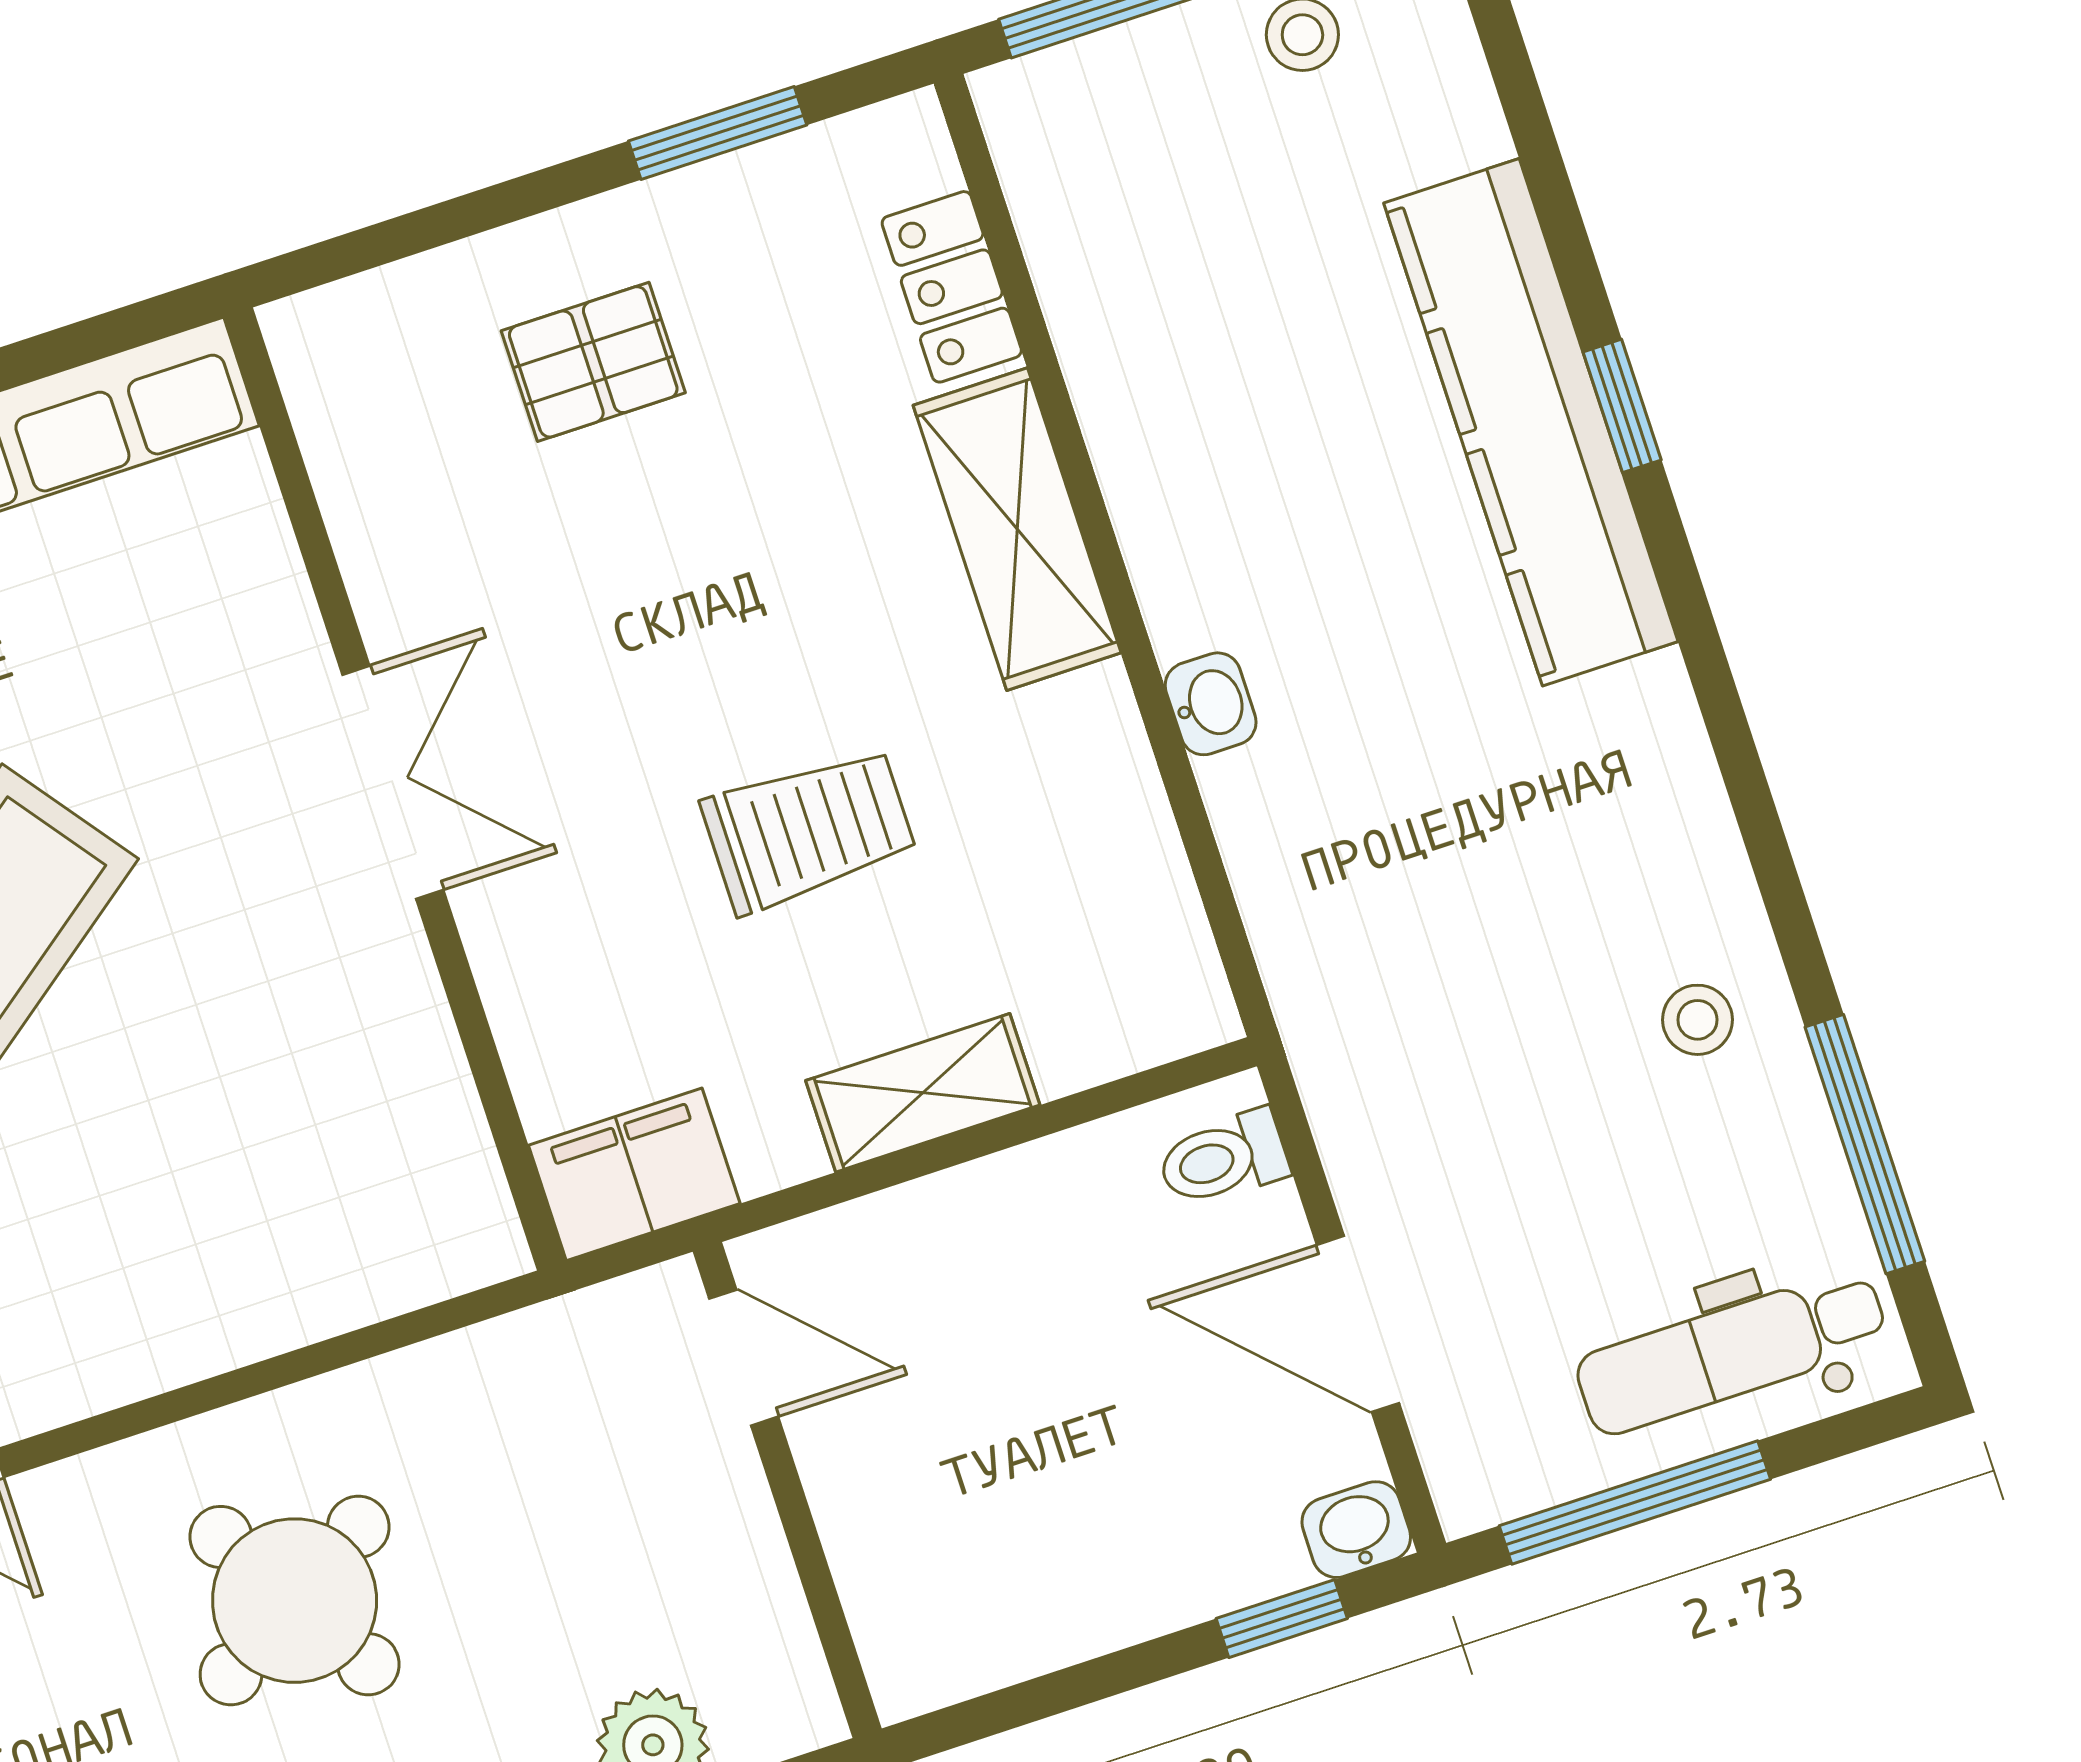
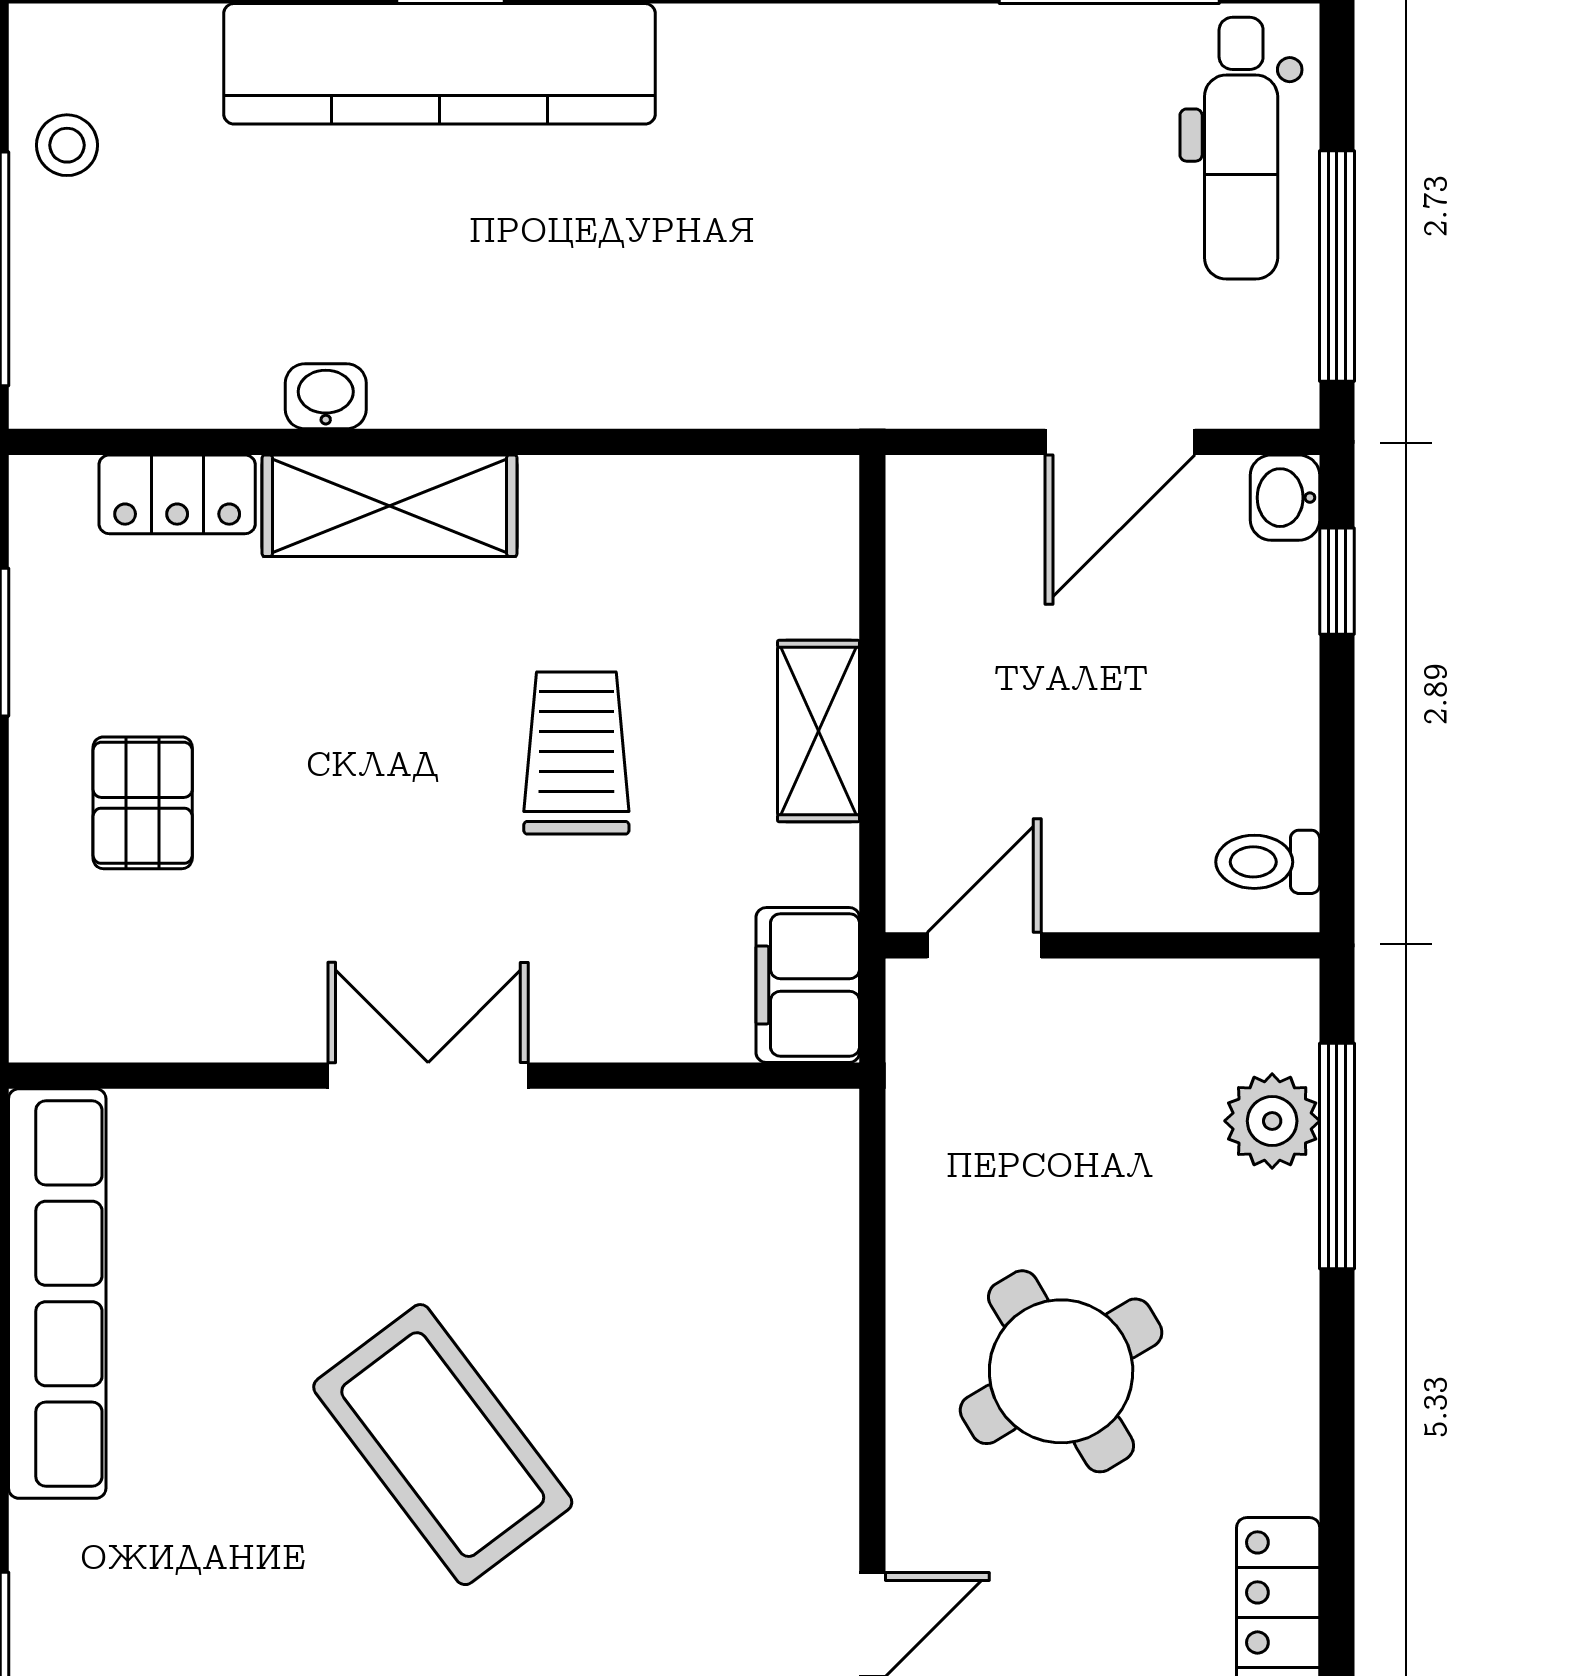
washbasin: (1211, 704) -> (326, 396), moved
stool: (1697, 1020) -> (965, 88), removed
toilet: (1223, 1159) -> (1268, 862), moved, turned 90

